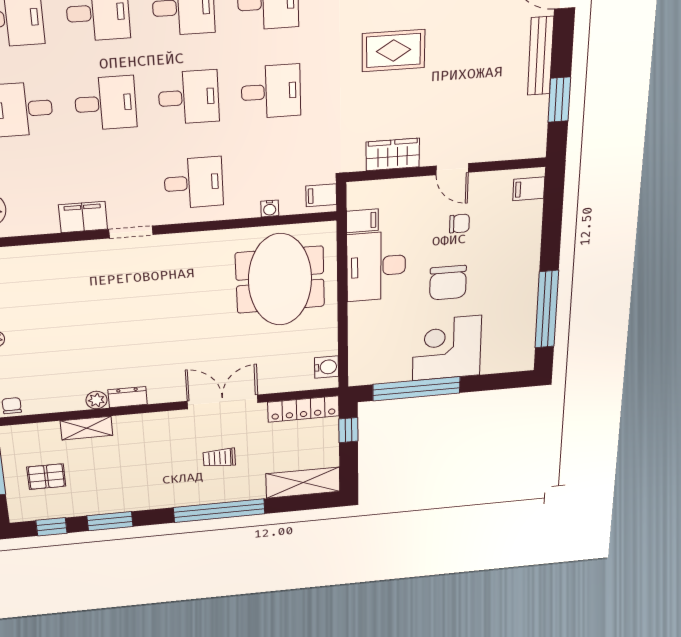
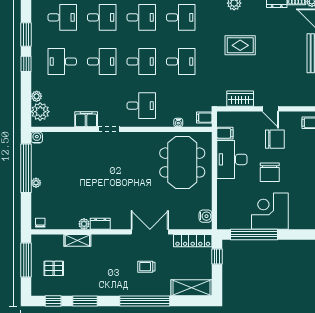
chair: (459, 224) -> (275, 139), width x1.87, depth x1.87

